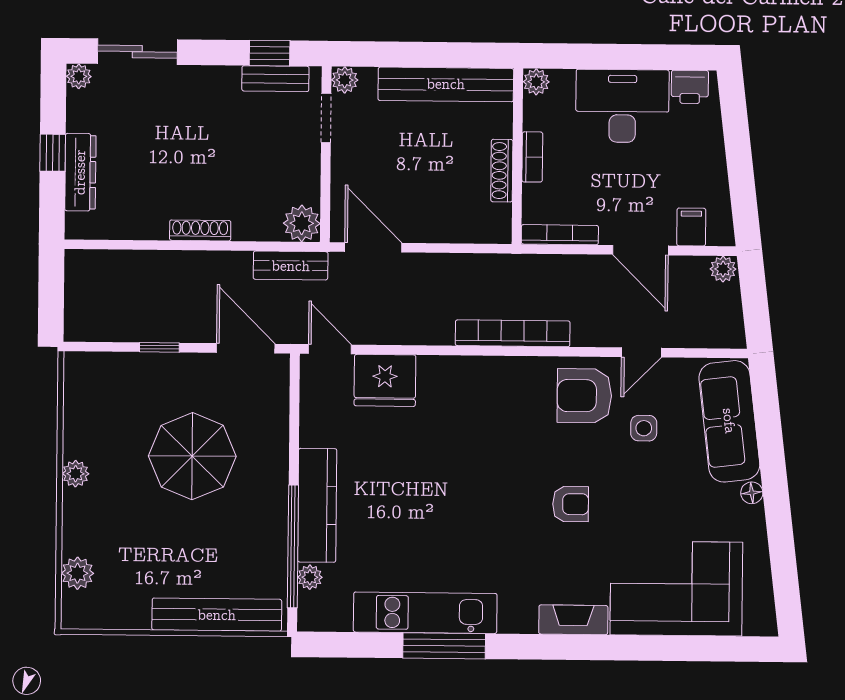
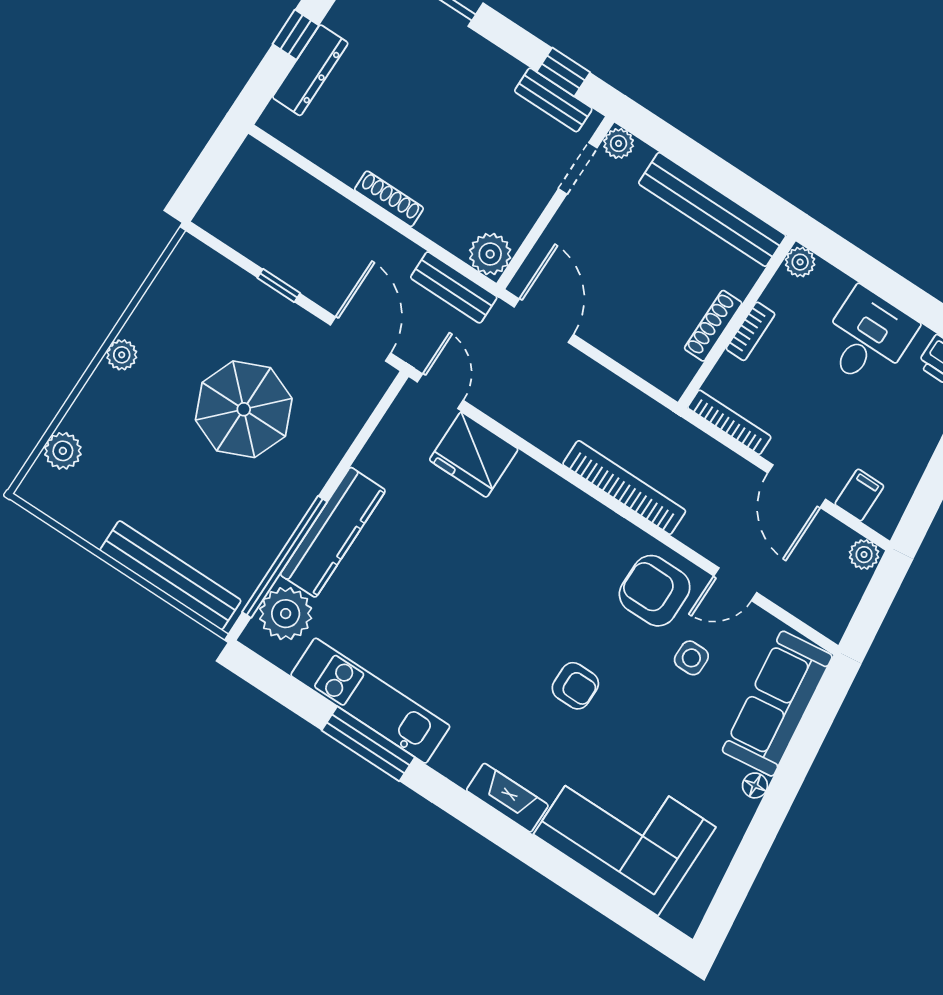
desk: (622, 106) -> (867, 338), width x0.73
plant: (310, 577) -> (286, 614), width x1.88, depth x1.88

